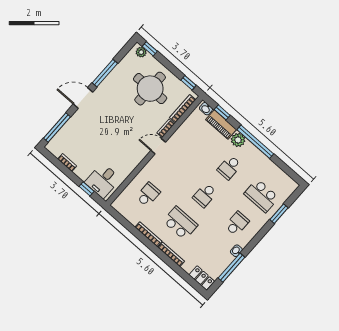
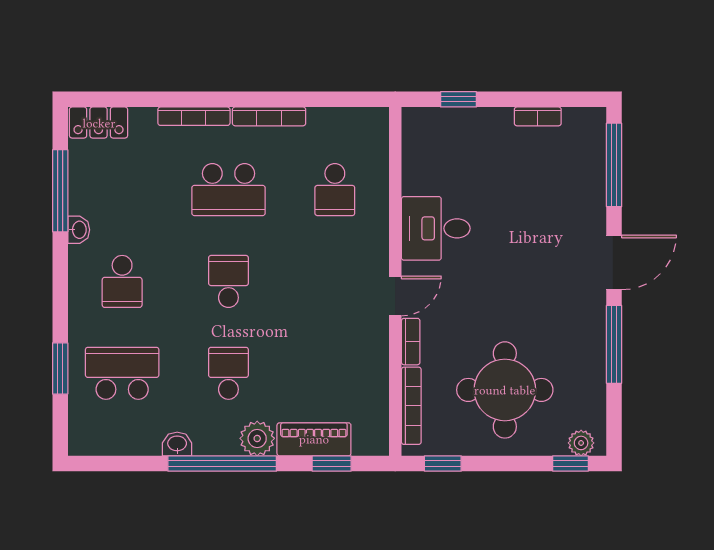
washbasin: (206, 109) -> (177, 444), moved
desk: (103, 181) -> (436, 228), moved, turned -90

